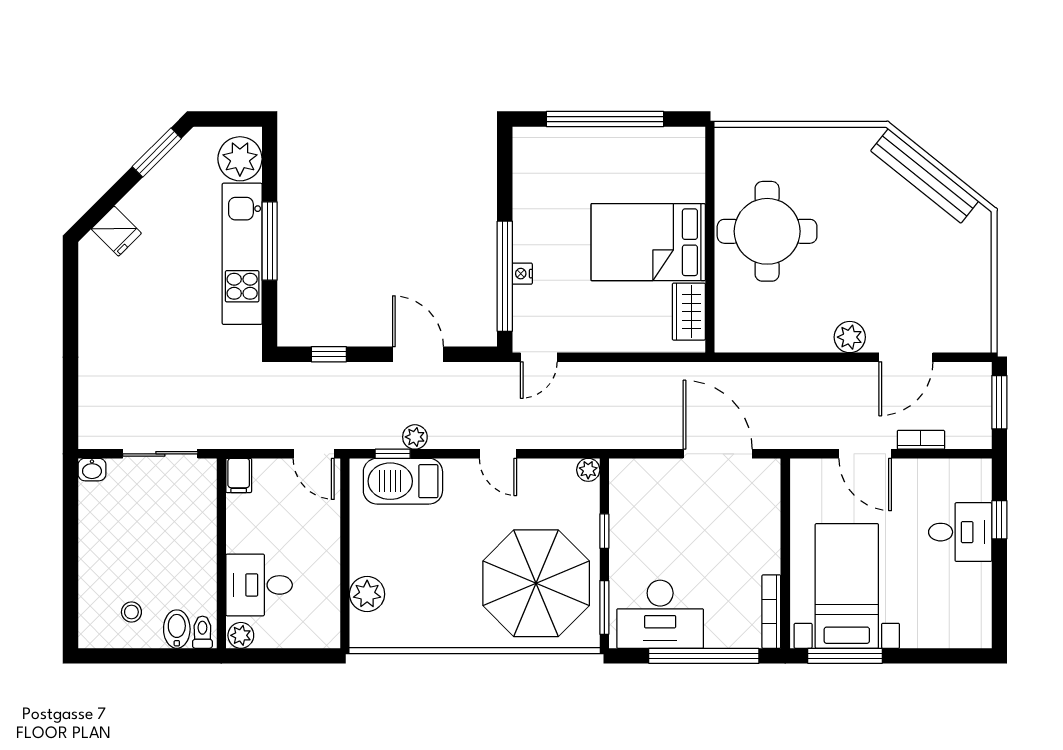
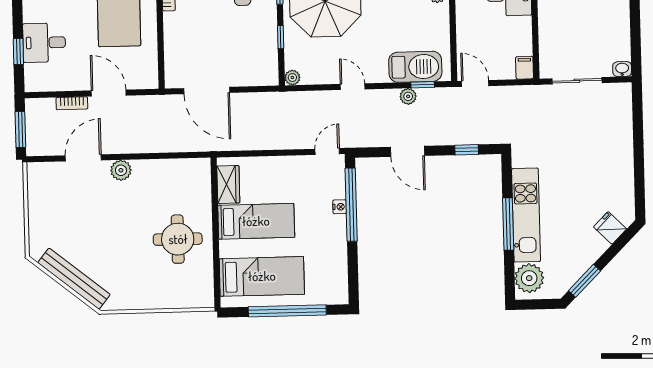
bed: (642, 172) -> (262, 276), added
round table: (767, 231) -> (178, 239), width x0.73, depth x0.73
bed: (648, 242) -> (256, 221), width x0.67

